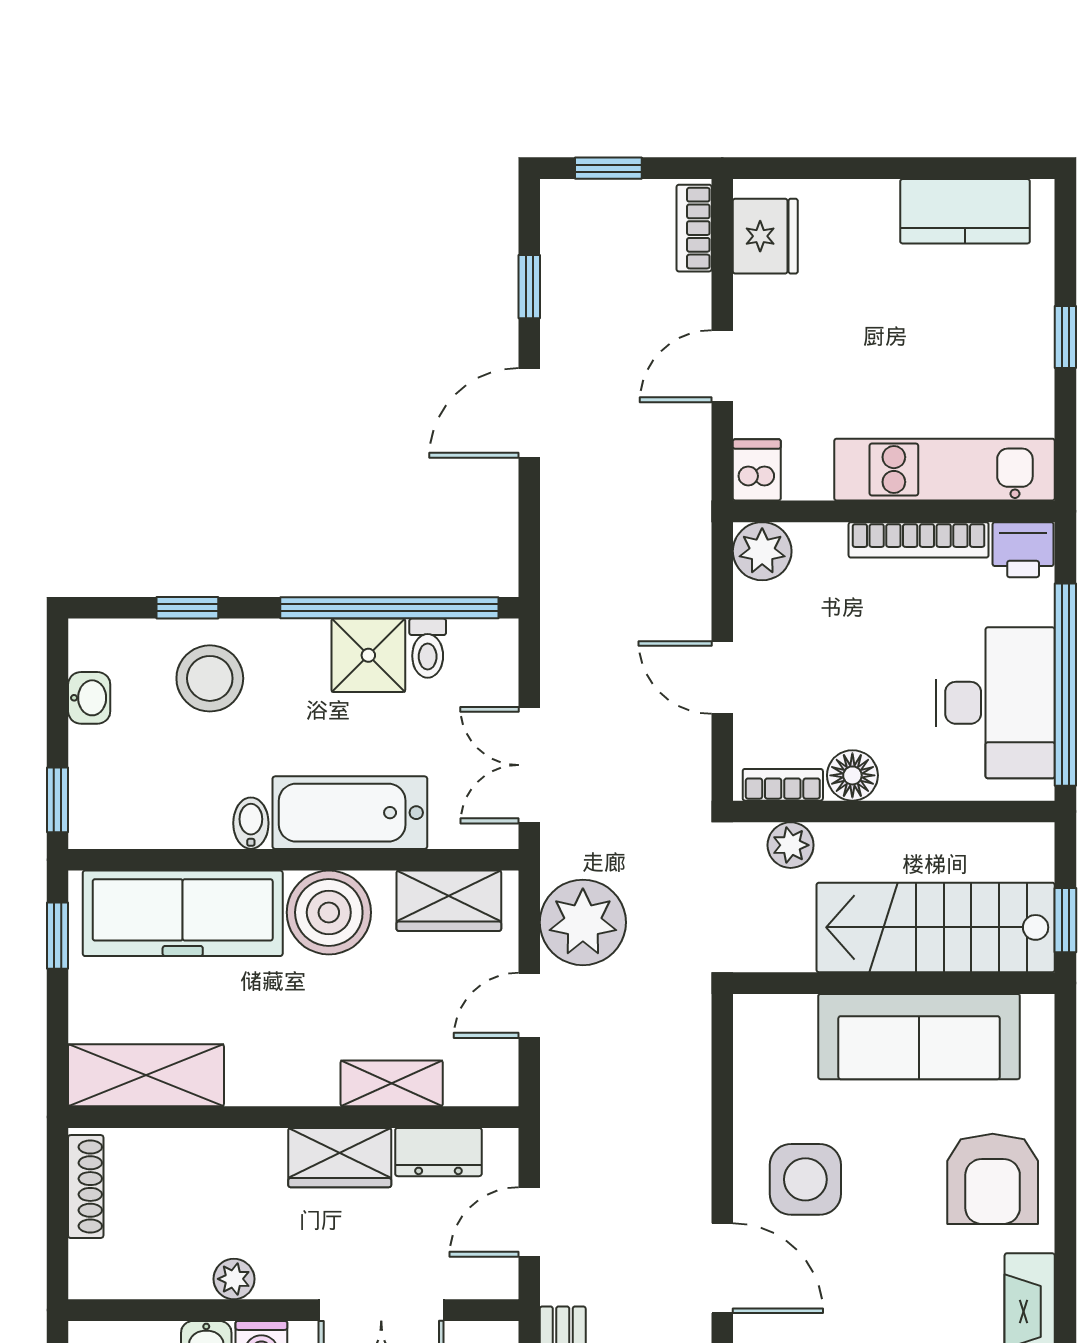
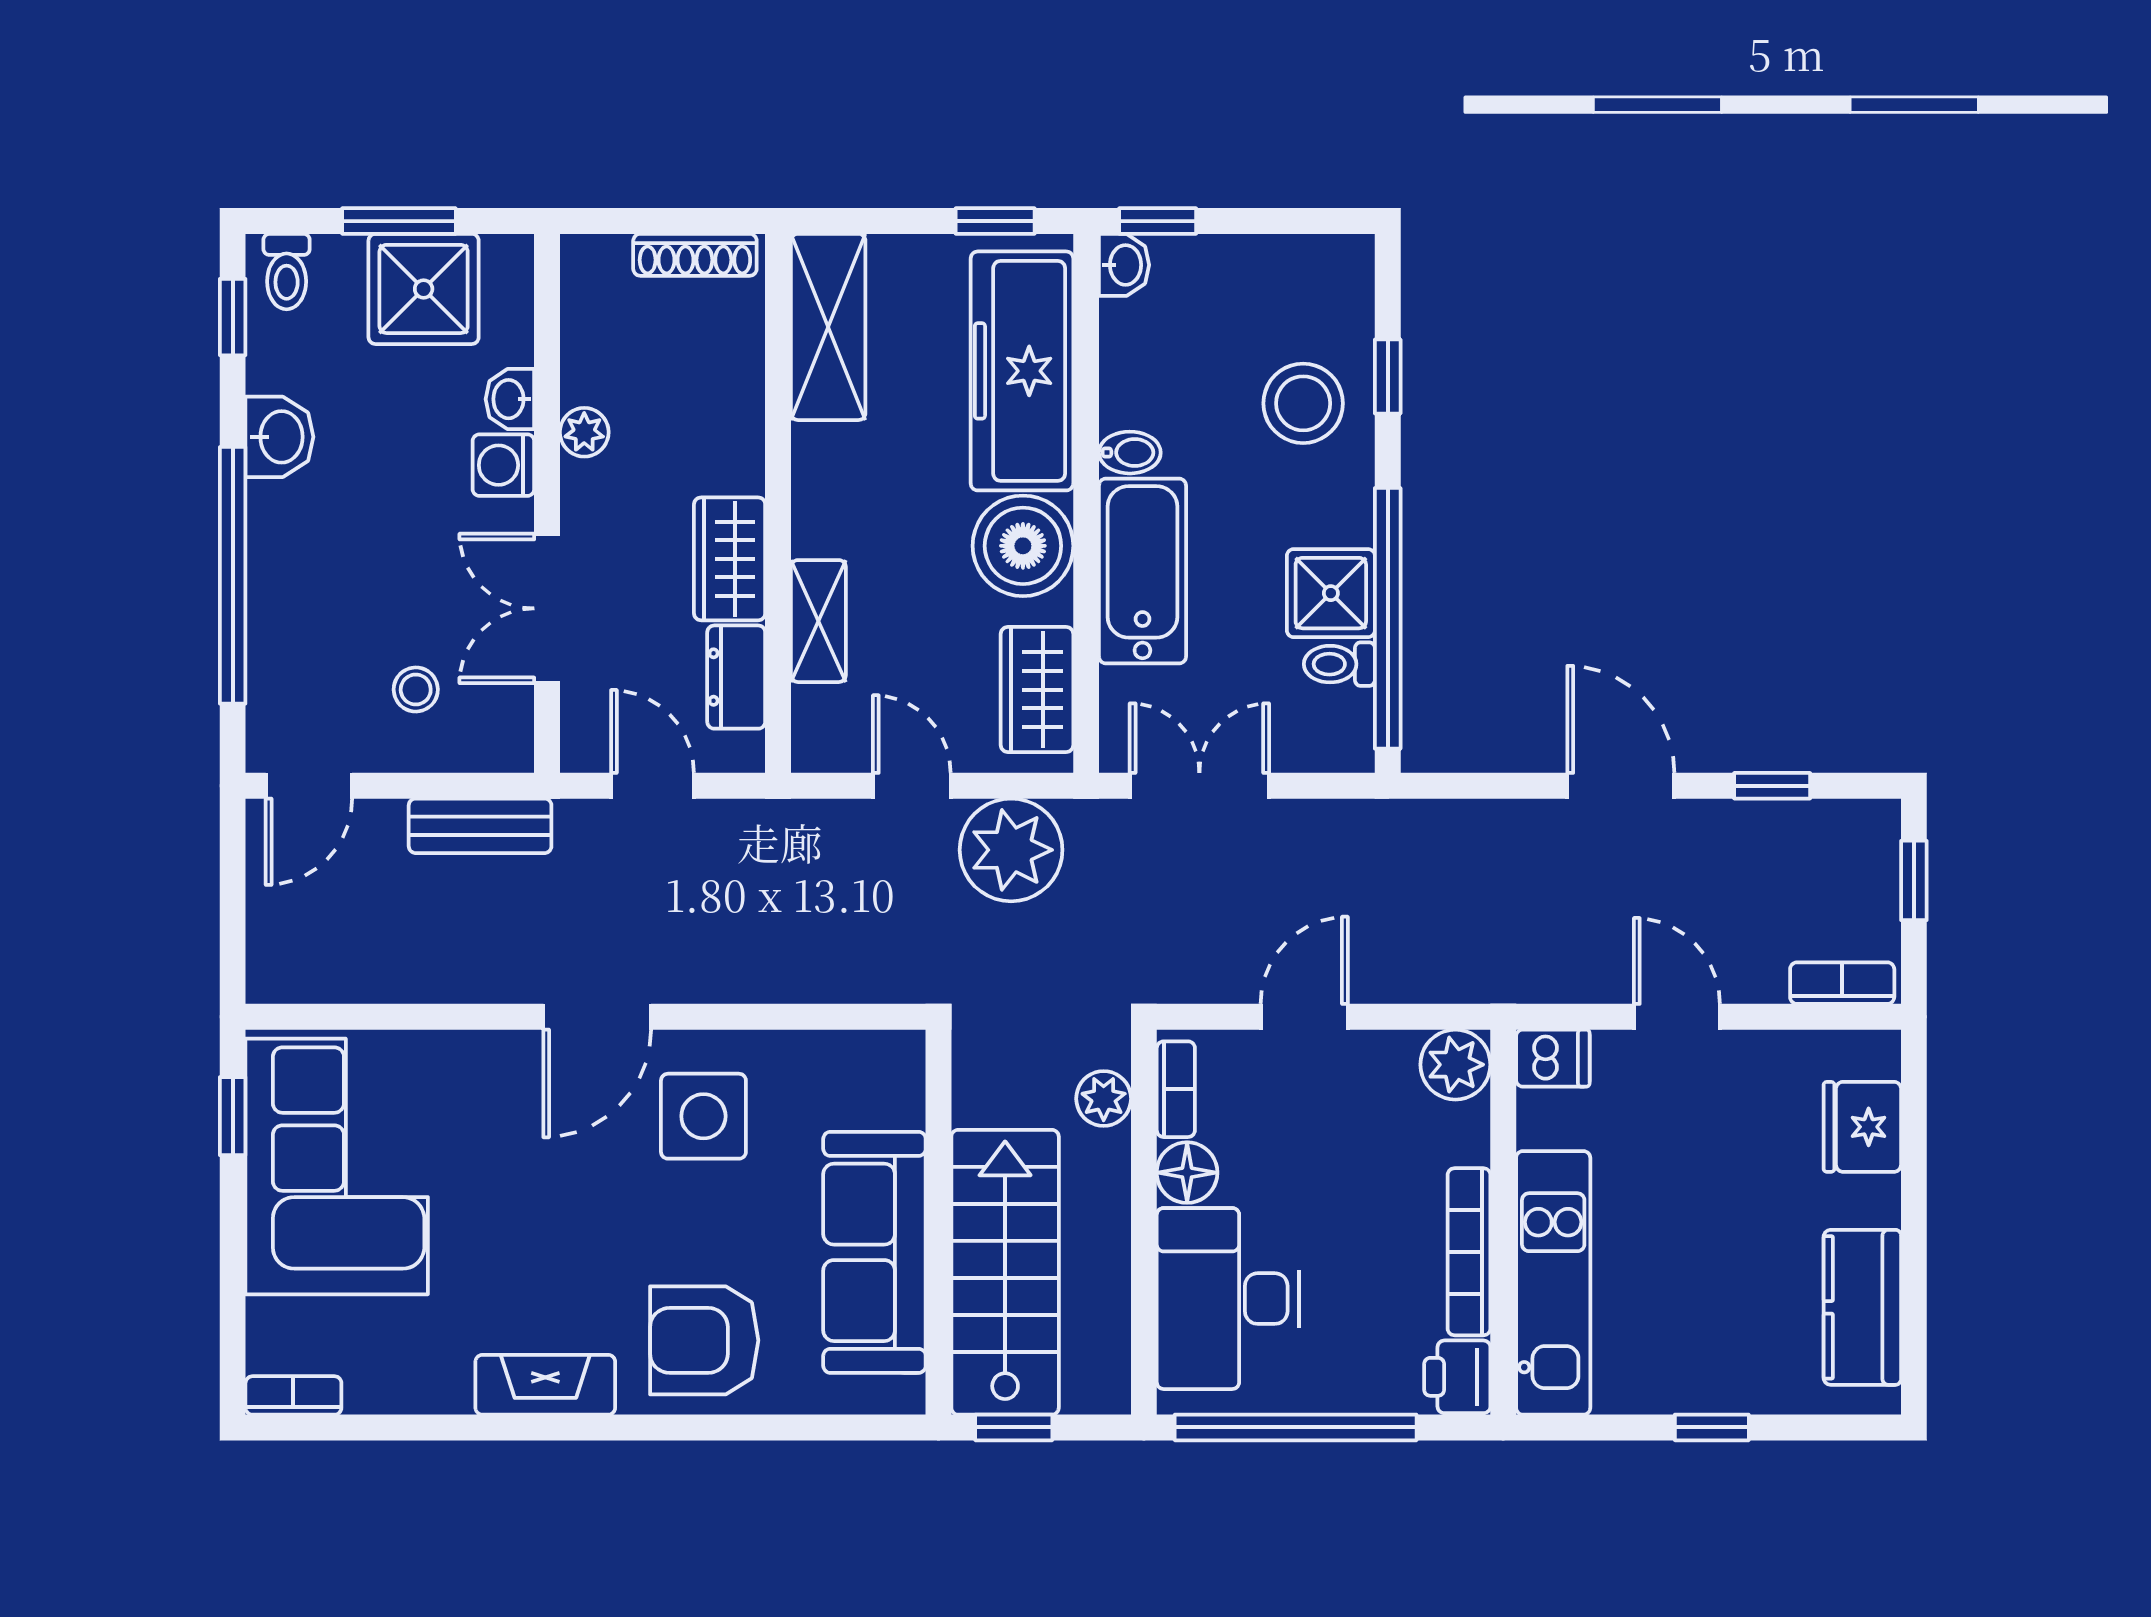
fridge: (765, 236) -> (1862, 1127), moved, turned 90
washbasin: (89, 698) -> (1124, 265), moved, turned -90
desk: (995, 703) -> (1228, 1299), moved, turned 90

